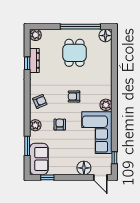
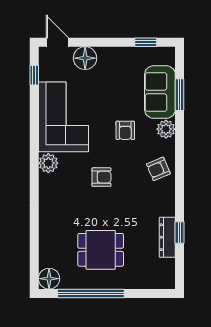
plant: (35, 35) -> (166, 280), removed
dining table: (74, 53) -> (101, 250), turned 90
sofa: (39, 159) -> (160, 92), moved

